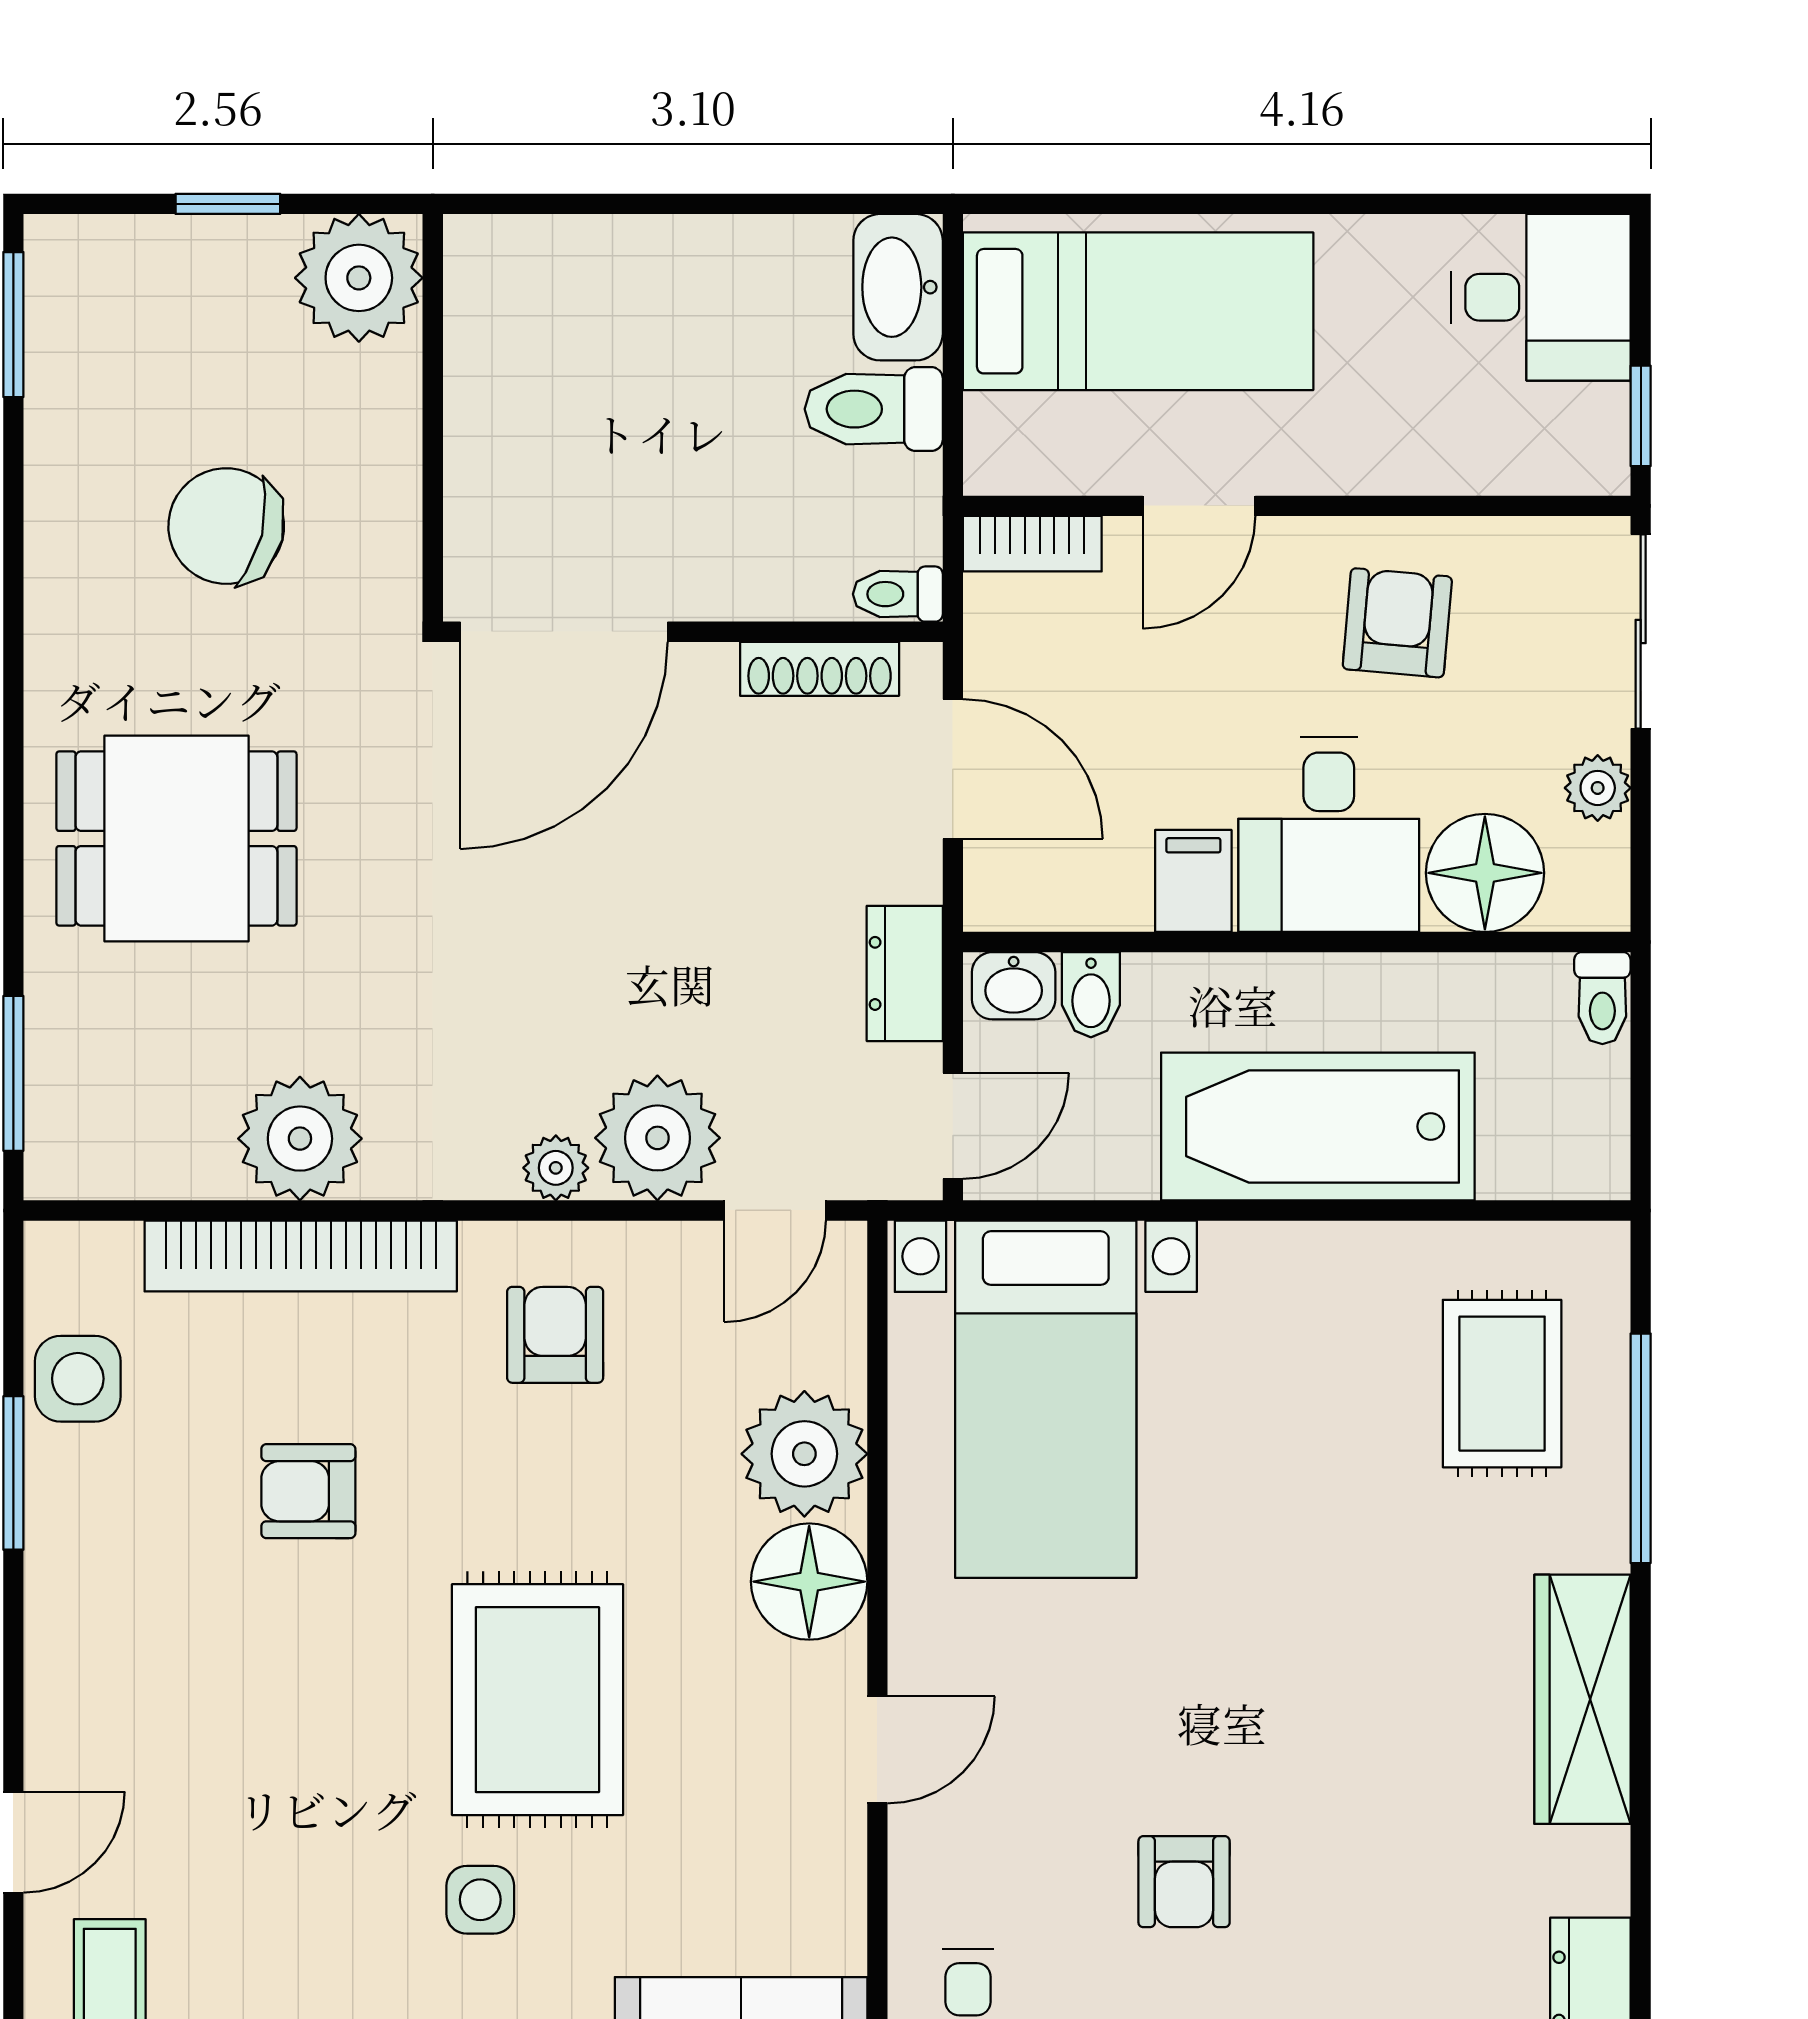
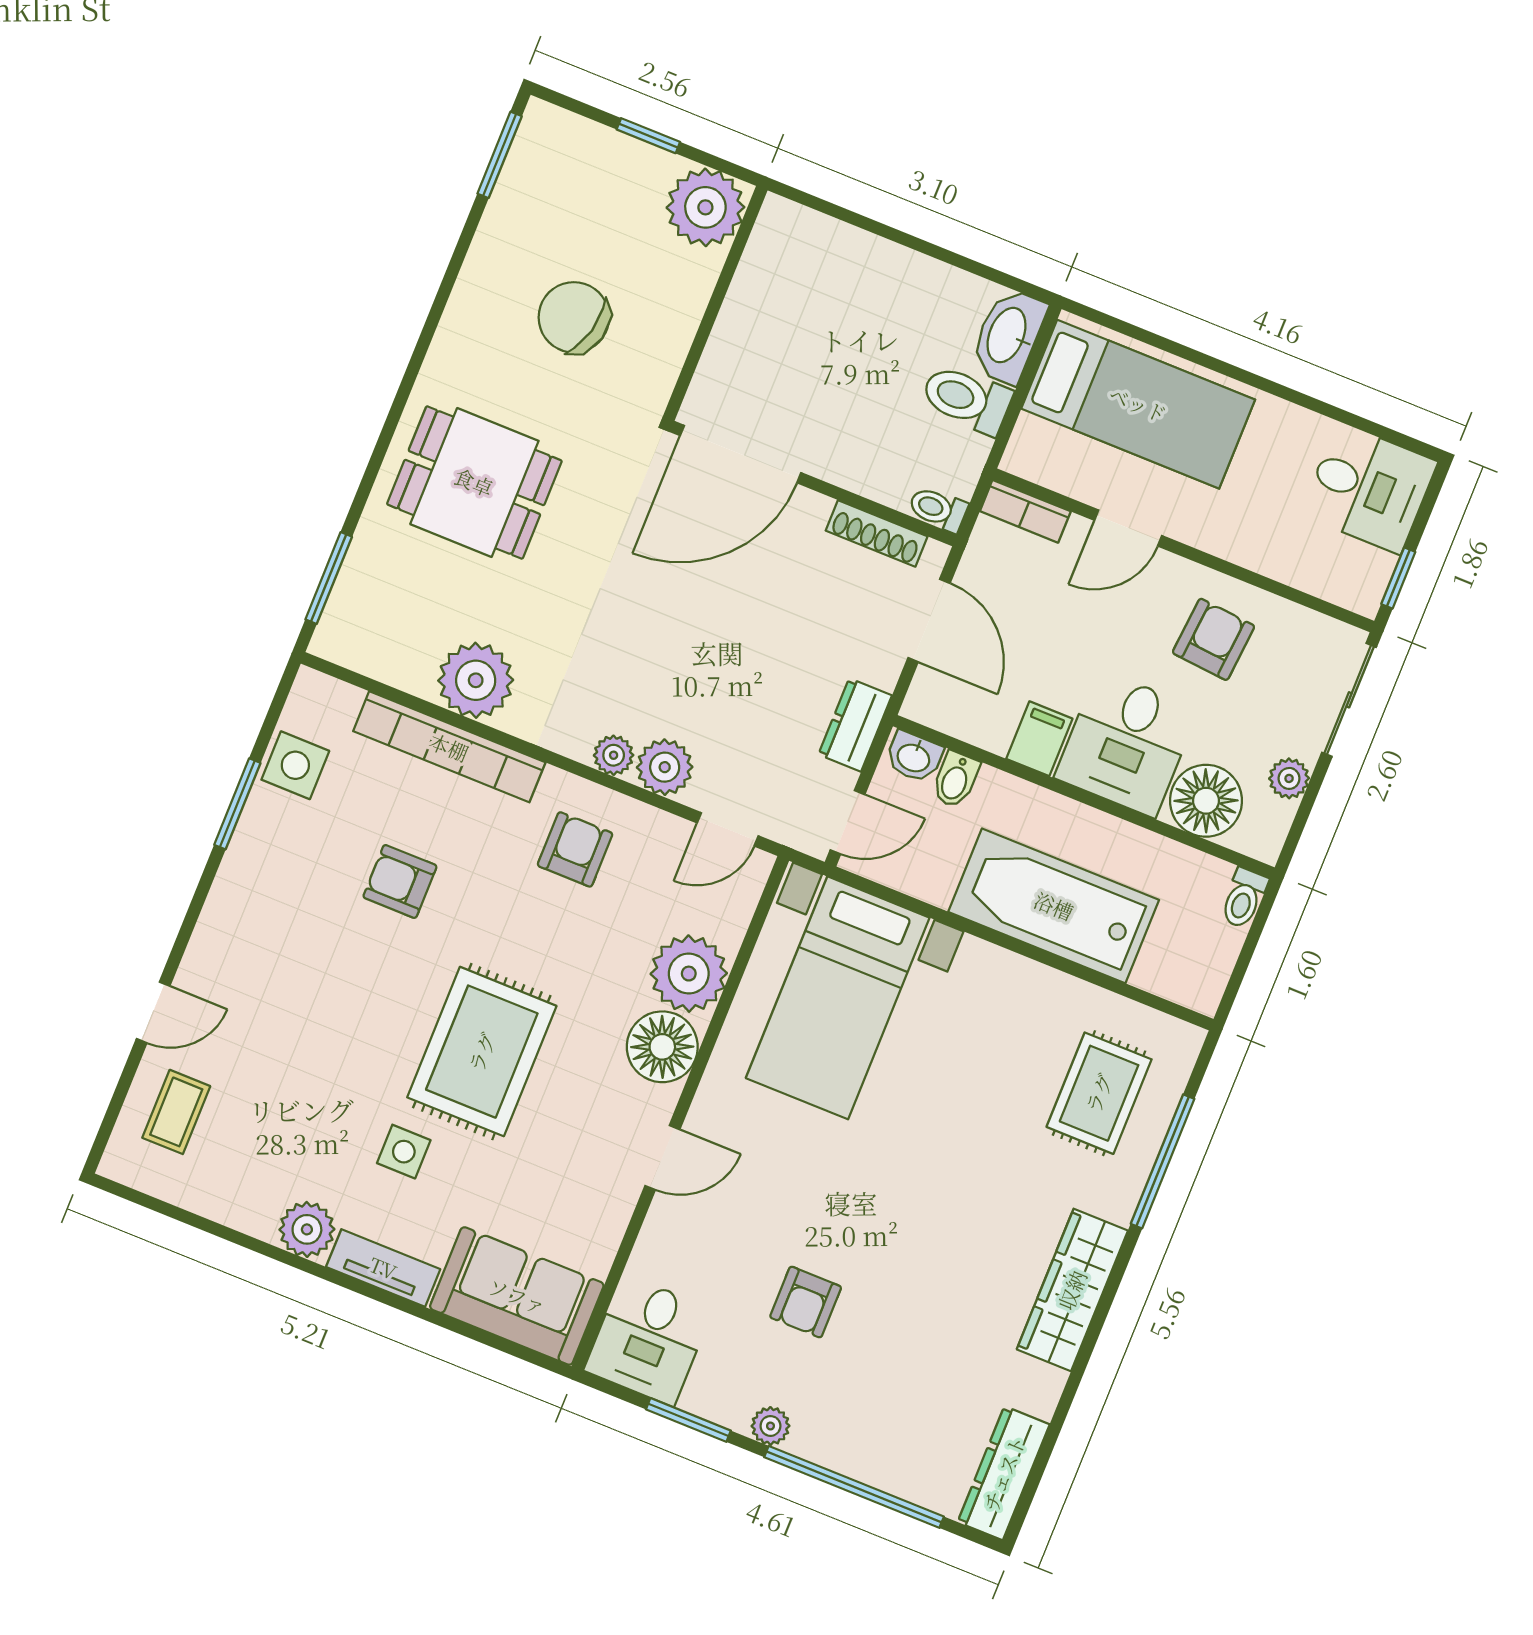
plant: (657, 1138) -> (665, 767), width x0.73, depth x0.73

